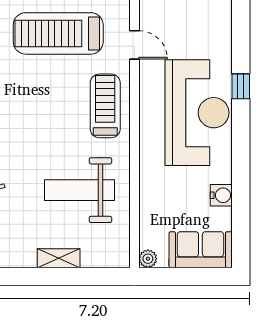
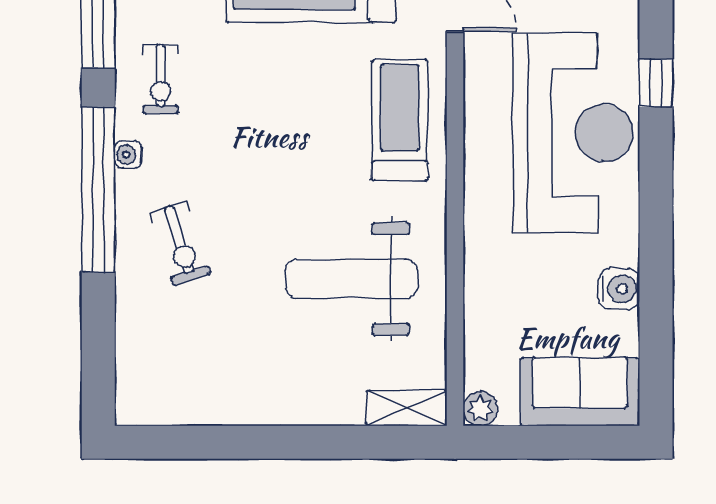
shelving: (59, 258) -> (407, 408), moved

